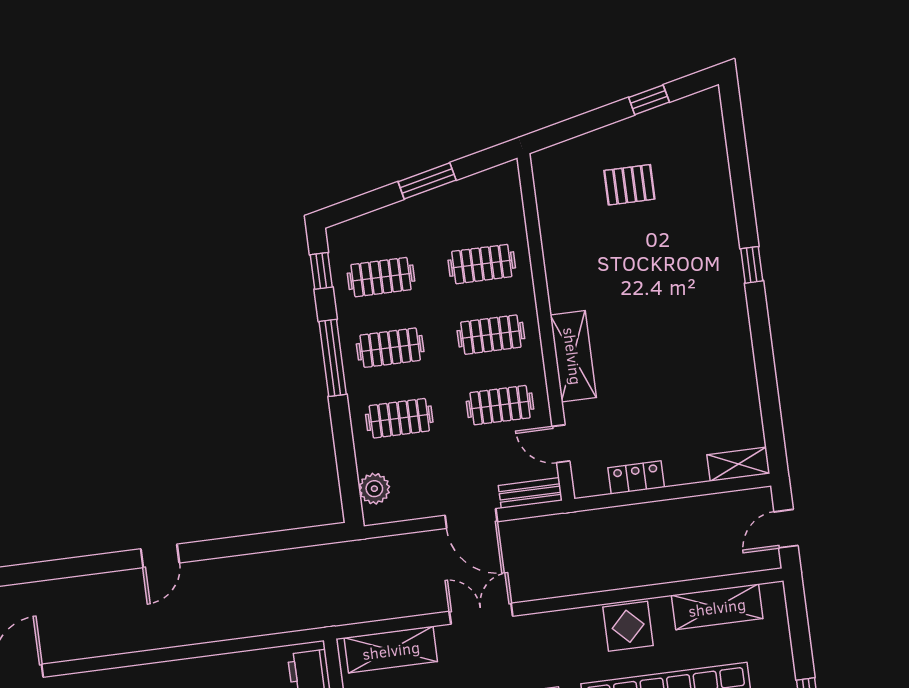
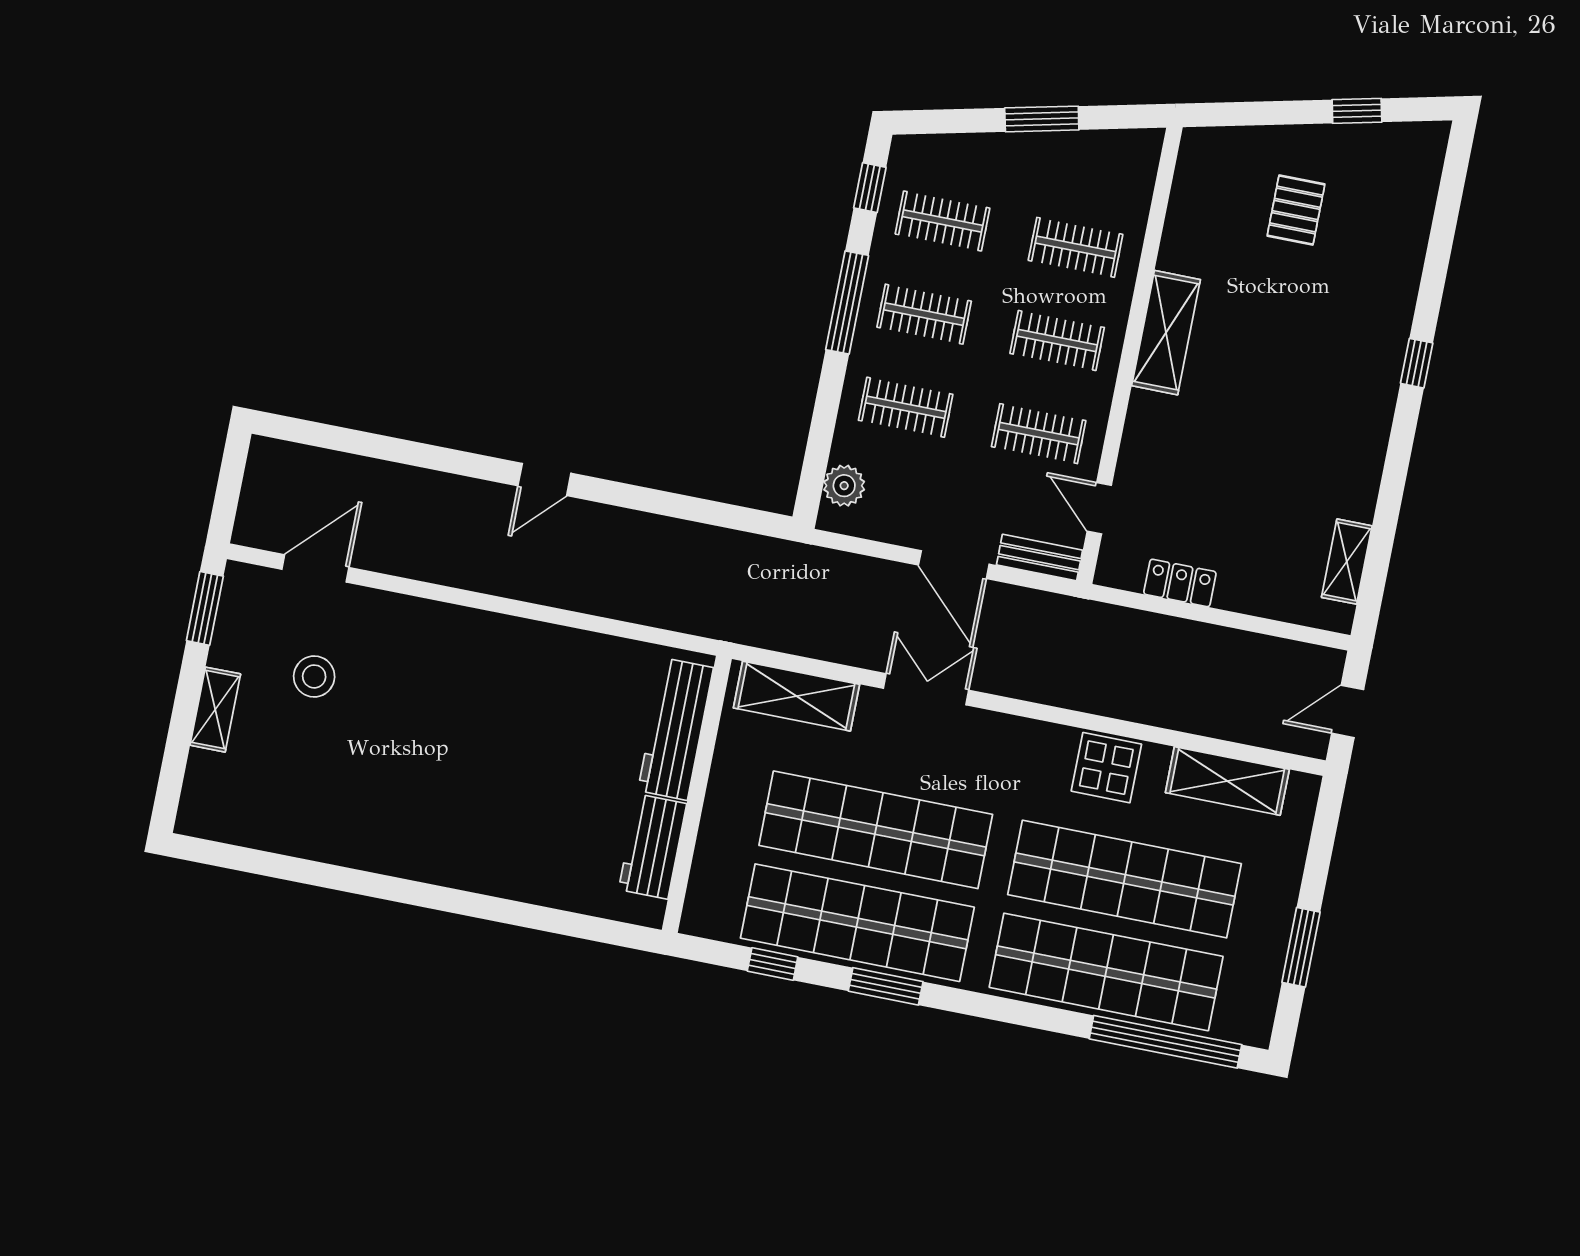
pallet: (629, 185) -> (1296, 210), turned 90
shelving: (573, 356) -> (1166, 333), moved
shelving: (738, 464) -> (1347, 562), moved, turned 90

